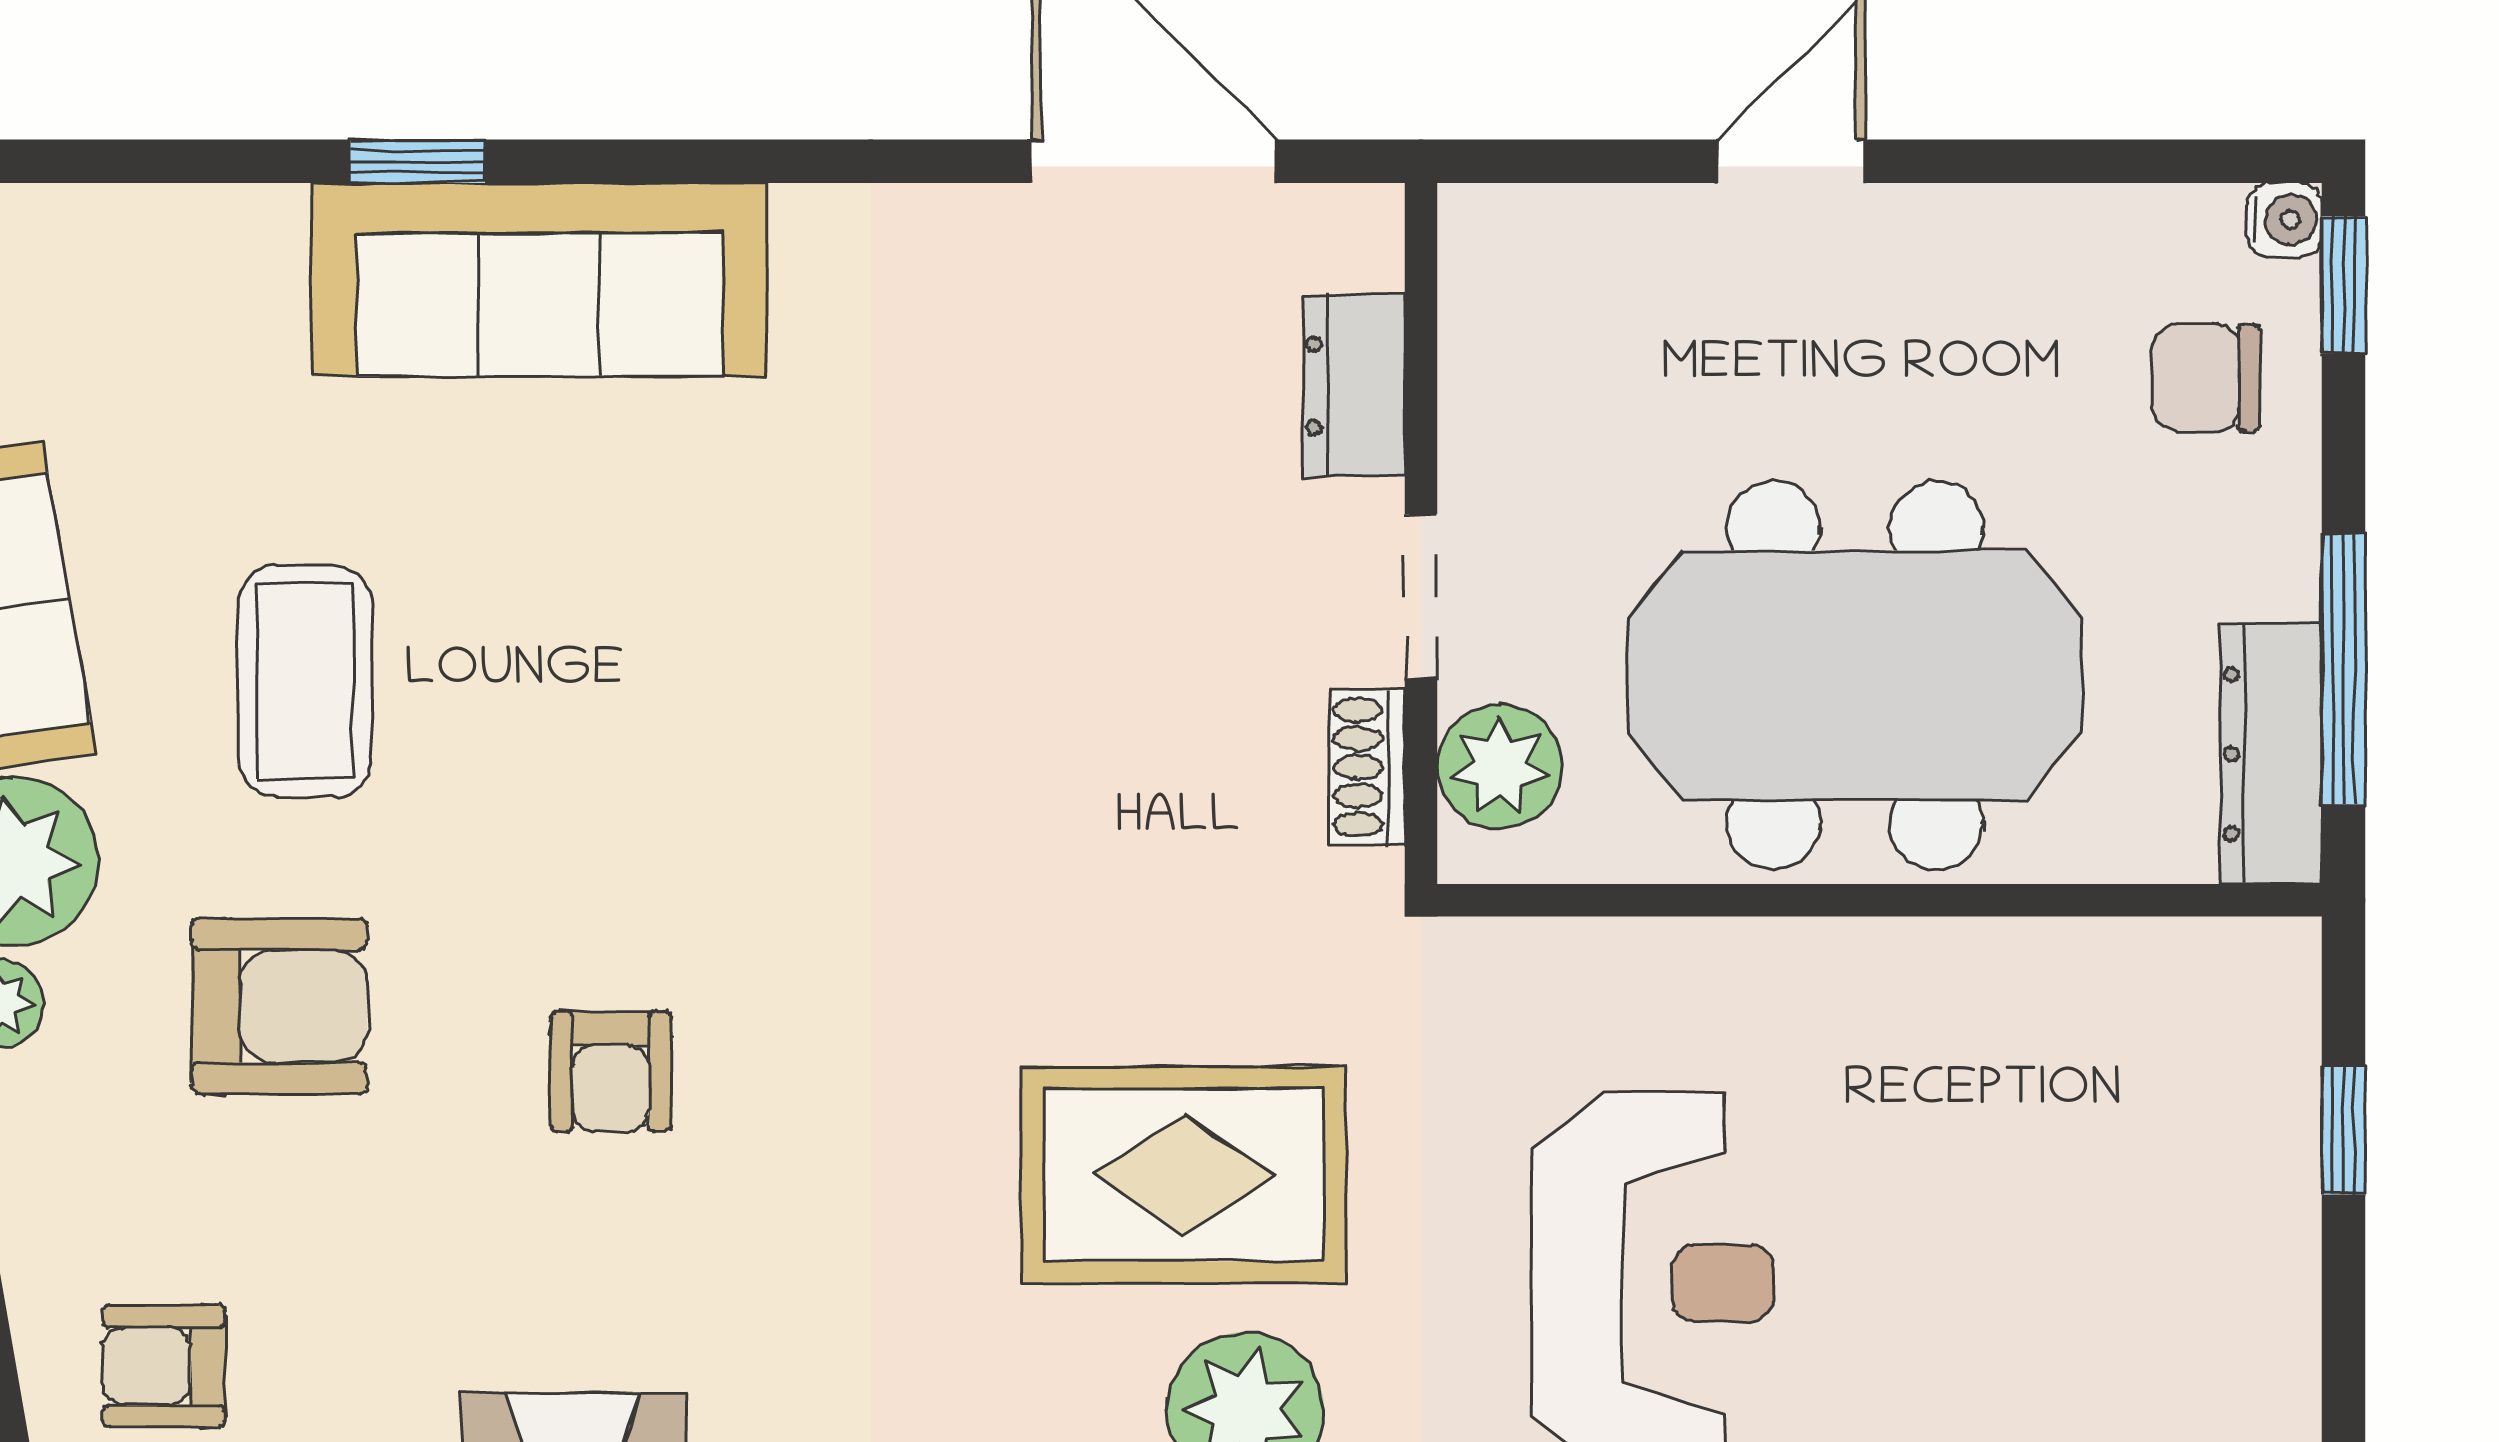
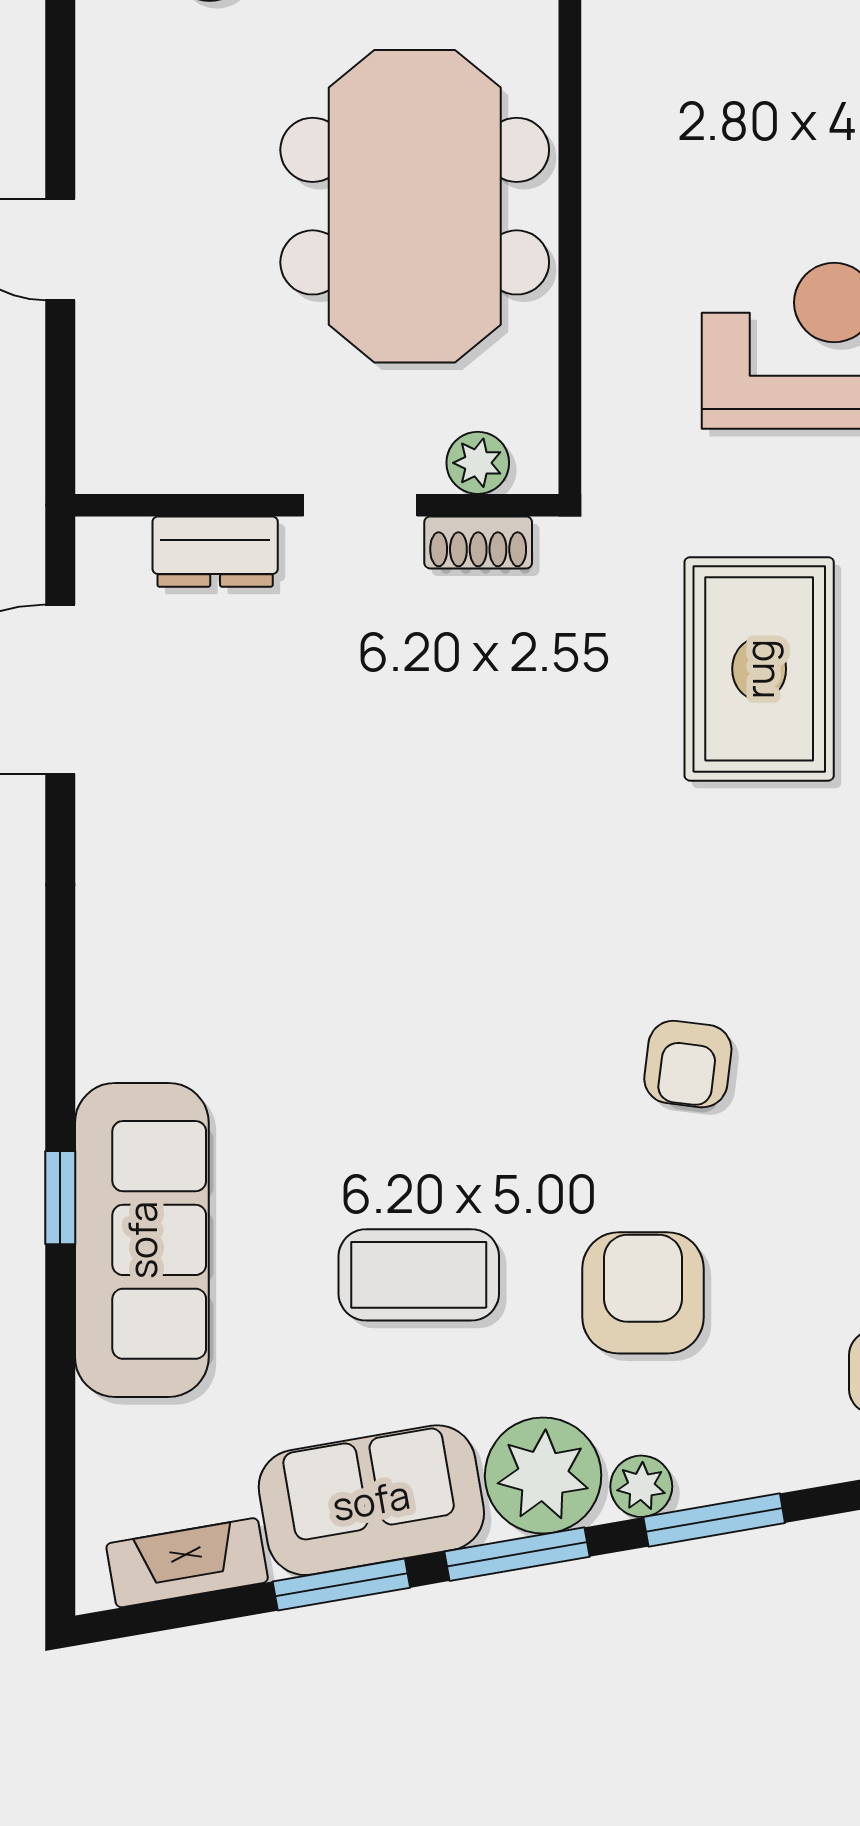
sofa: (539, 280) -> (142, 1240), moved
plant: (1499, 767) -> (478, 463), width x0.73, depth x0.73
armchair: (611, 1071) -> (688, 1064), turned 97

